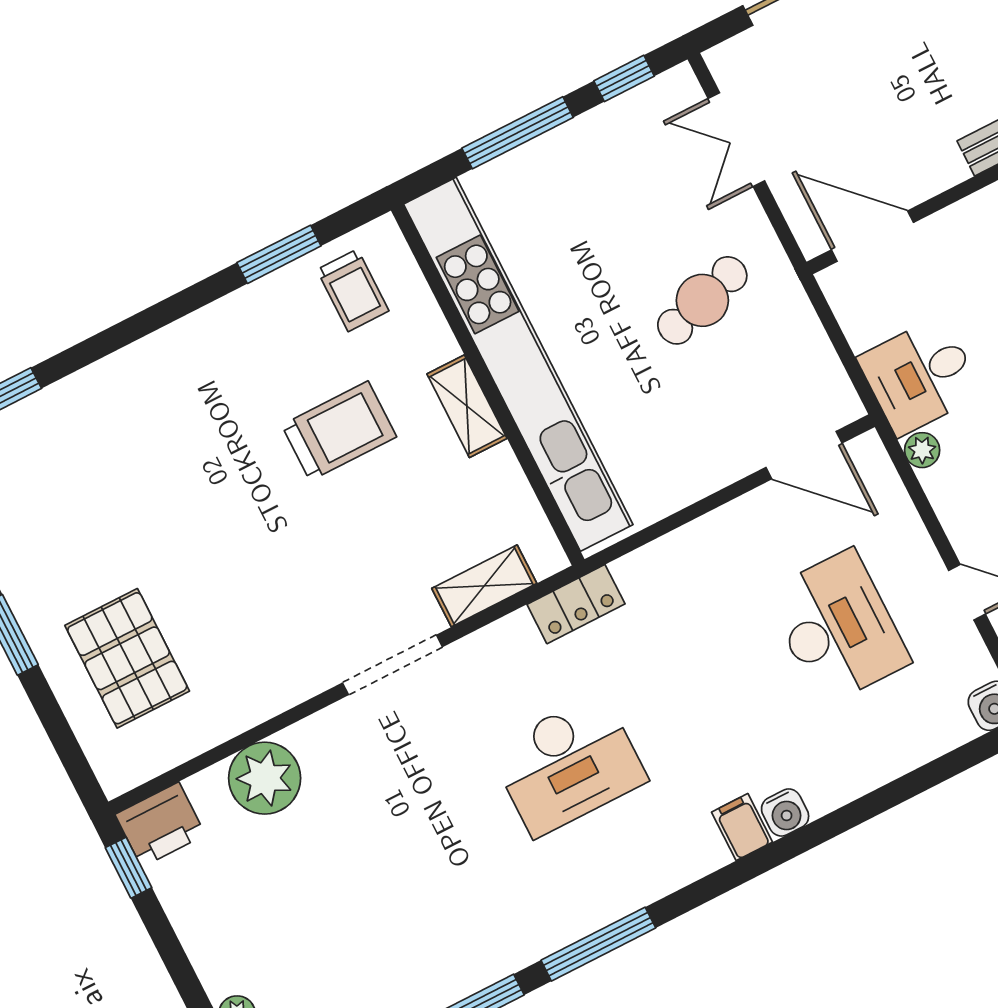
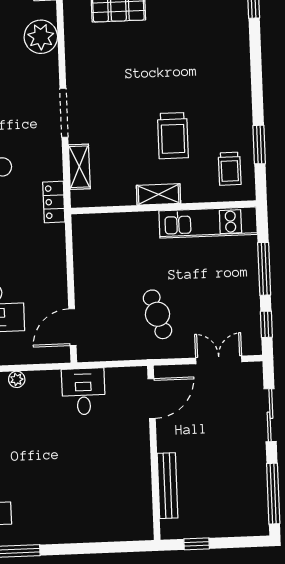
trolley: (353, 290) -> (230, 169), turned -90
kitchen unit: (518, 364) -> (208, 223), width x0.54
plant: (922, 450) -> (17, 379), moved

